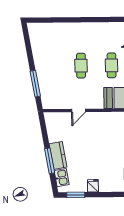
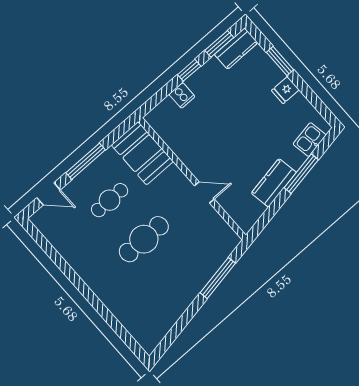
cafe table: (81, 66) -> (144, 239), width x1.37, depth x1.35
kitchen counter: (58, 155) -> (274, 183), moved
window: (76, 195) -> (280, 61), moved

